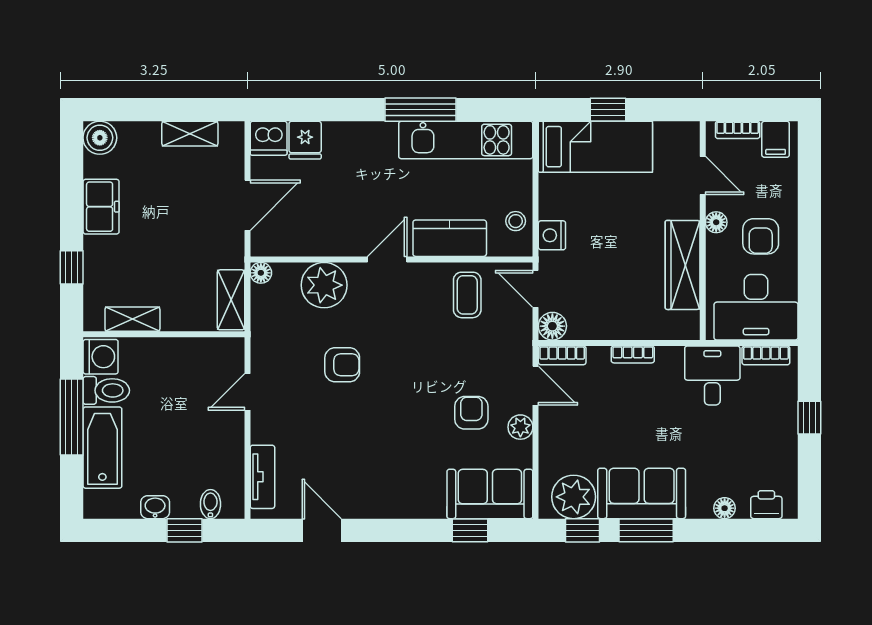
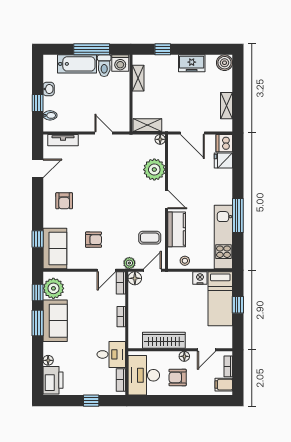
nightstand: (552, 235) -> (200, 278), moved
armchair: (342, 365) -> (64, 201), moved
plant: (520, 427) -> (129, 263), moved
printer: (766, 505) -> (53, 380), width x1.87, depth x1.48

